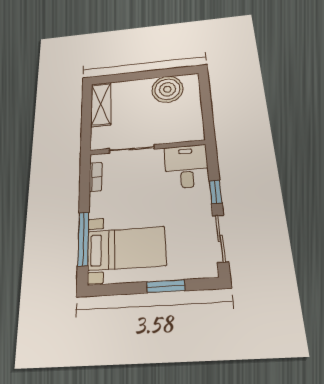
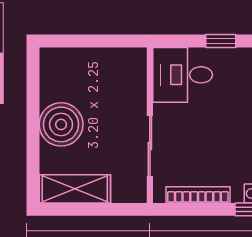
boiler: (167, 89) -> (61, 124), moved
bookcase: (96, 177) -> (198, 195), width x1.56

